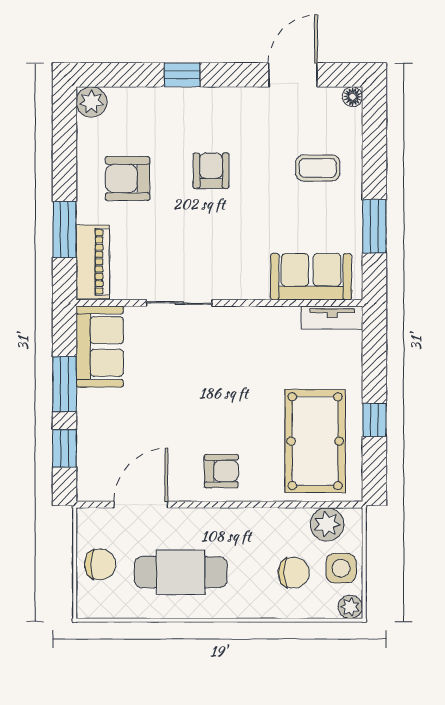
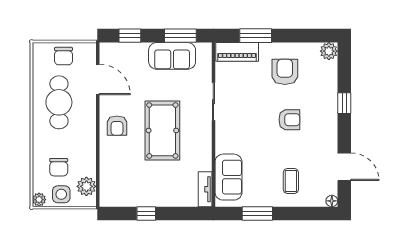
sofa: (100, 347) -> (172, 56), moved
window: (64, 384) -> (180, 36), moved
pool table: (315, 441) -> (162, 130), moved, turned 90

